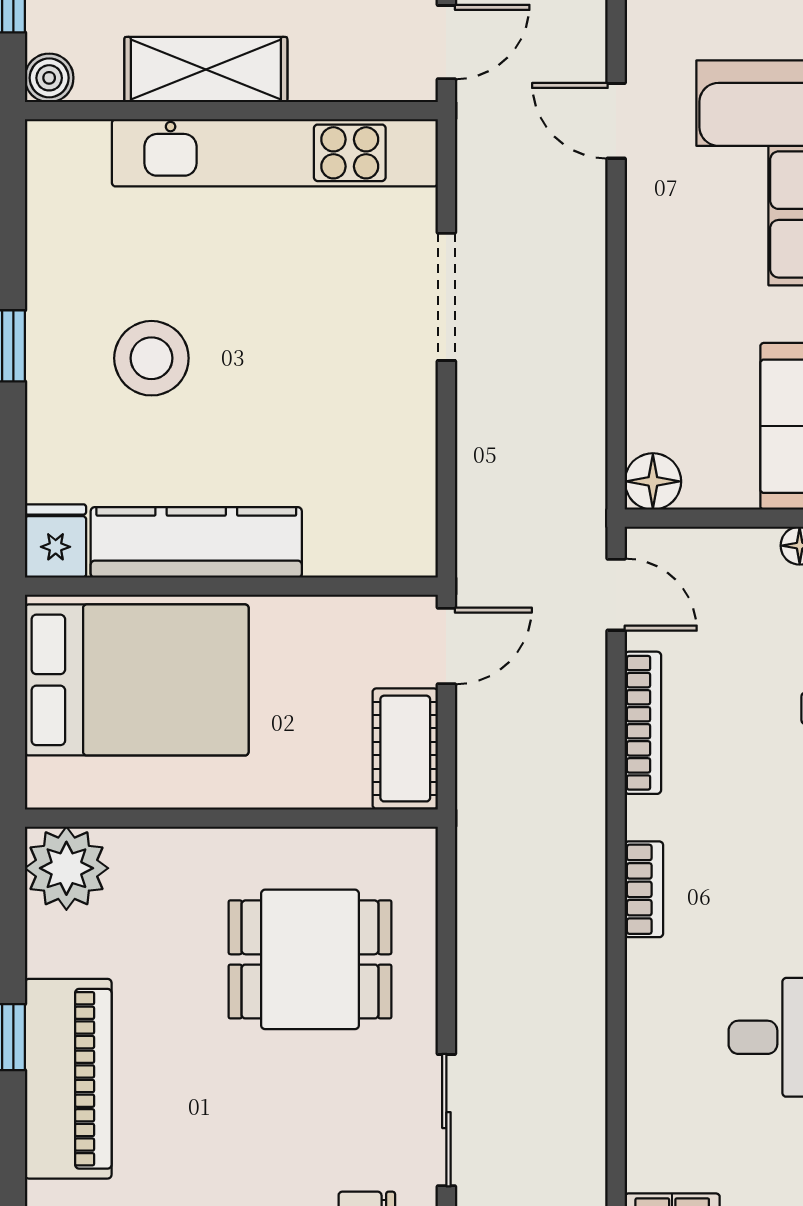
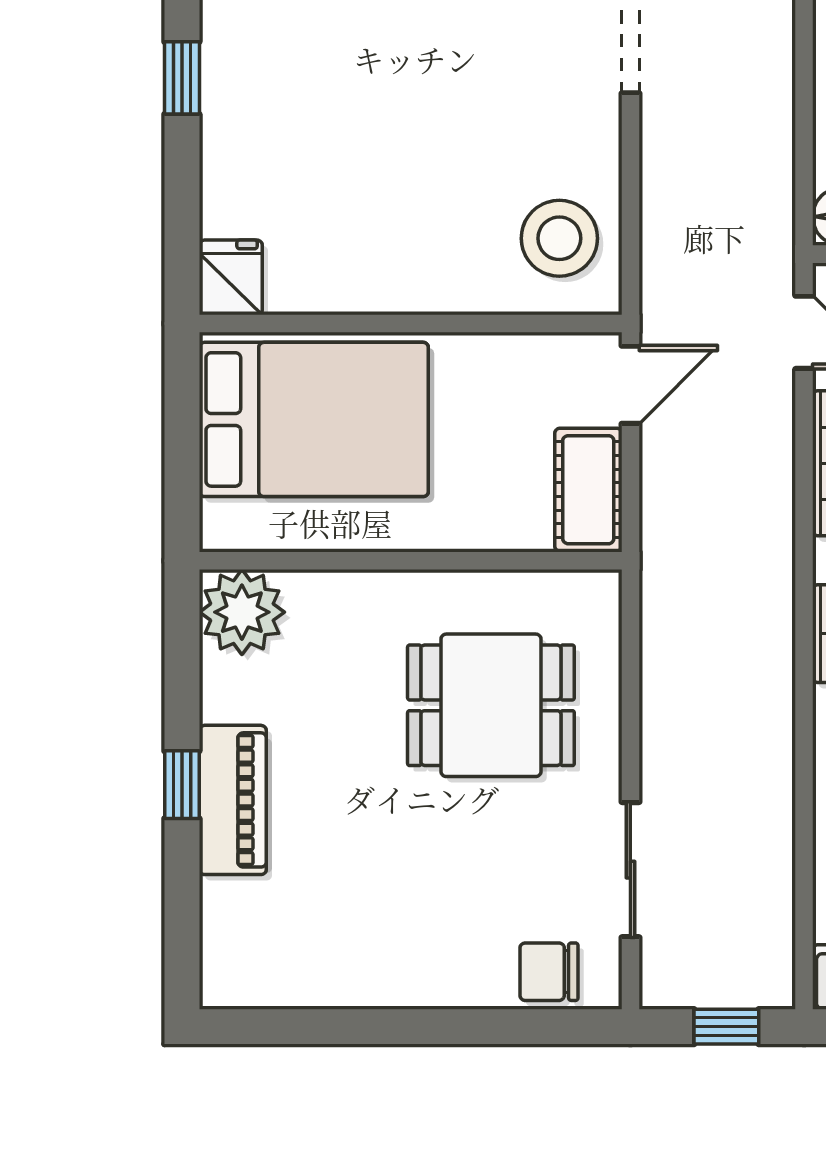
stool: (151, 358) -> (559, 238), moved
kitchen counter: (196, 542) -> (375, 279), removed
piano: (68, 1079) -> (233, 800), width x0.73, depth x0.75

